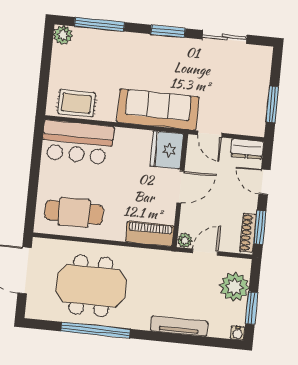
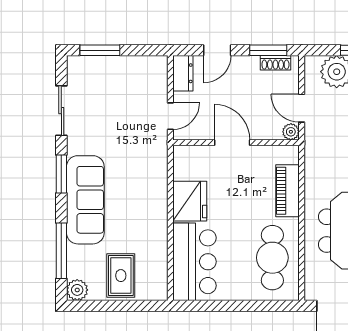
rug: (76, 103) -> (121, 276), moved
window: (272, 104) -> (100, 50), moved
sofa: (158, 110) -> (85, 200), moved, turned 180
fridge: (167, 150) -> (190, 201), moved, turned -90
shoe rack: (248, 233) -> (275, 63), width x0.70
piano: (150, 234) -> (287, 191), moved

